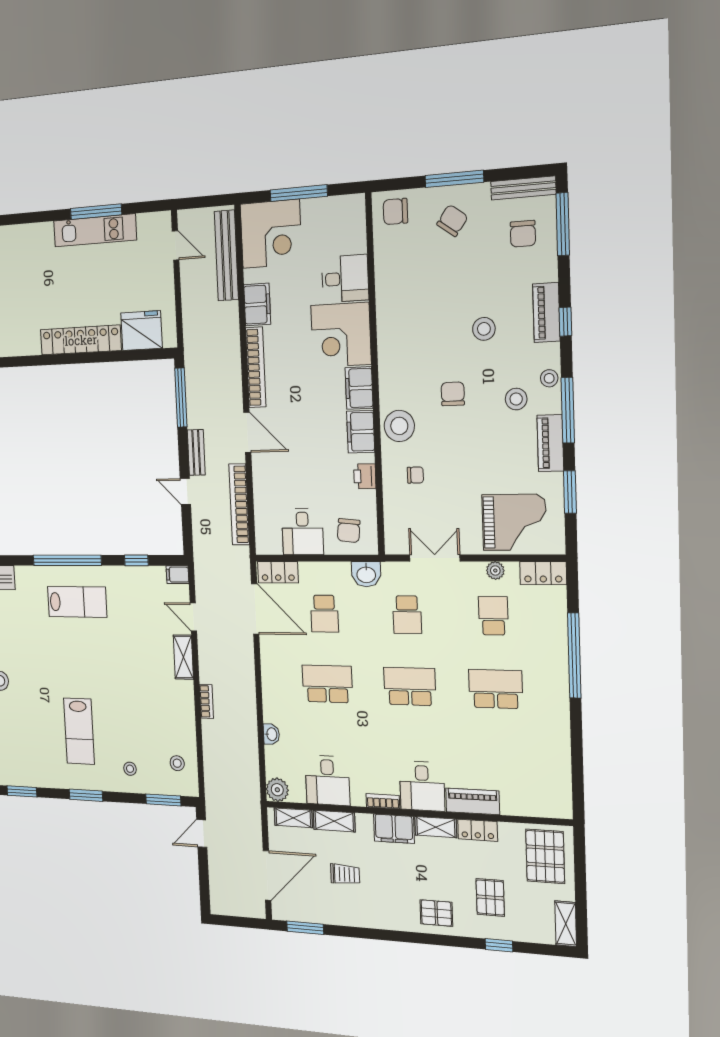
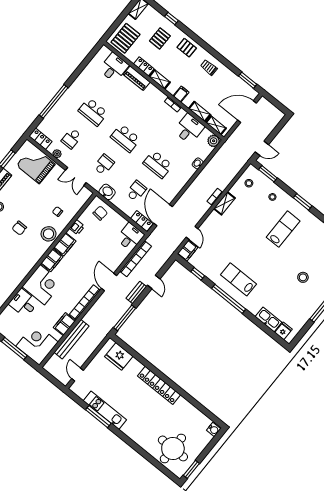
bench: (226, 255) -> (72, 339), moved
locker: (81, 340) -> (159, 385), moved
desk: (303, 532) -> (130, 237), moved
filing cabinet: (177, 575) -> (188, 251), width x2.00
shelving: (183, 657) -> (224, 203), moved
desk: (422, 786) -> (114, 67), moved
filing cabinet: (394, 829) -> (181, 94), width x0.50
trolley: (345, 874) -> (209, 67), moved

